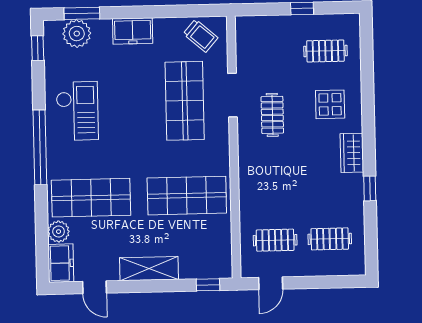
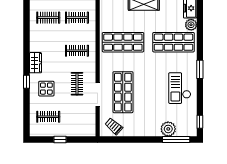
window: (82, 13) -> (176, 139), width x1.44
freezer: (133, 31) -> (150, 130), removed
plant: (77, 34) -> (168, 129), moved
window: (40, 147) -> (200, 69), width x0.47
clothes rail: (274, 178) -> (77, 51), added
window: (370, 188) -> (26, 82), moved

